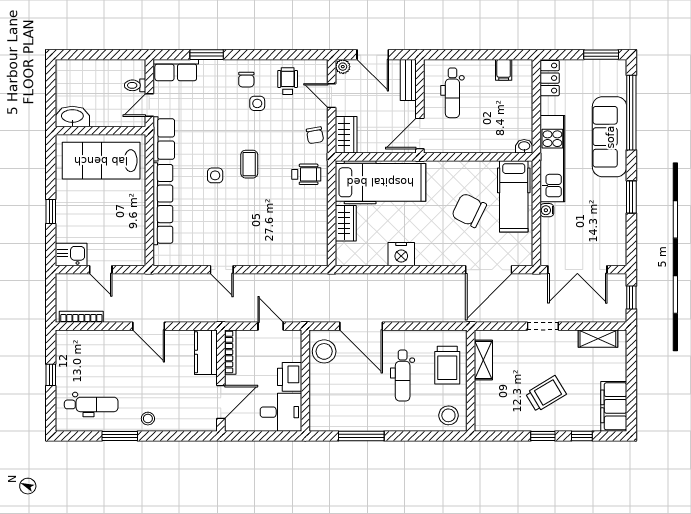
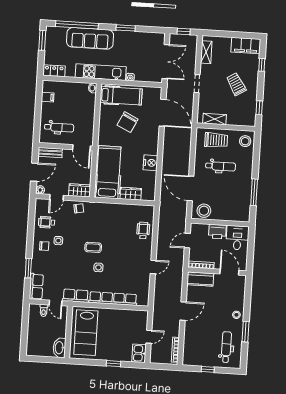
wheelchair: (306, 174) -> (143, 230), moved
door: (361, 326) -> (191, 188), swing flipped
window: (543, 436) -> (259, 108), moved

